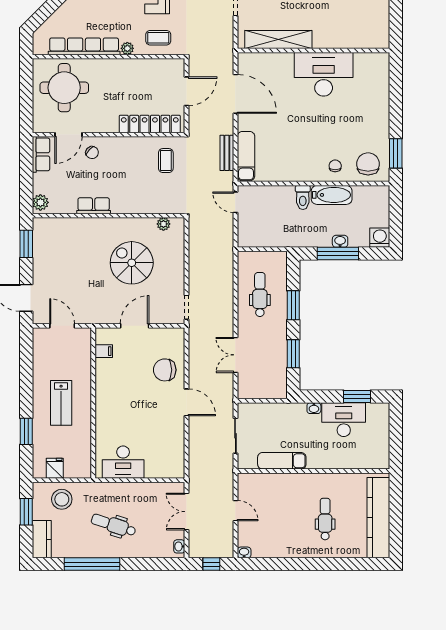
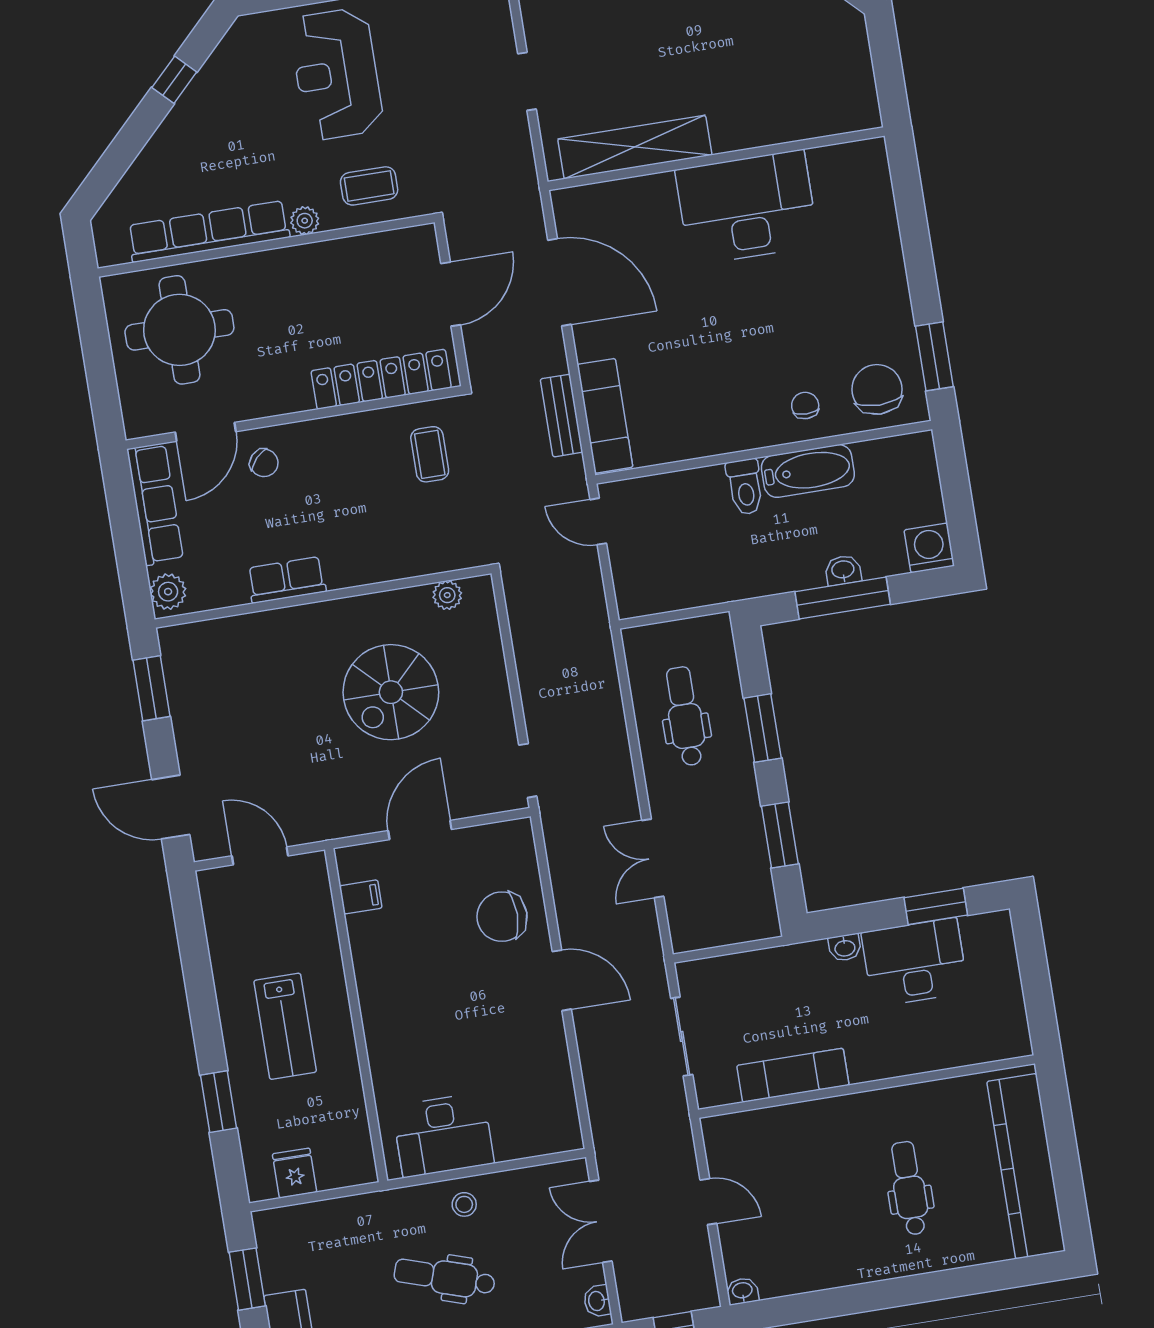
row of seats: (41, 154) -> (155, 504), width x1.48
spiral stairs: (132, 263) -> (391, 692), turned -90
stool: (62, 499) -> (464, 1204), moved, width x0.53, depth x0.53

